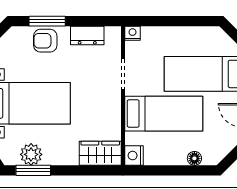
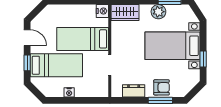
nightstand: (132, 33) -> (69, 92), moved
plant: (31, 154) -> (158, 12), moved
floor lamp: (194, 158) -> (62, 9), removed

